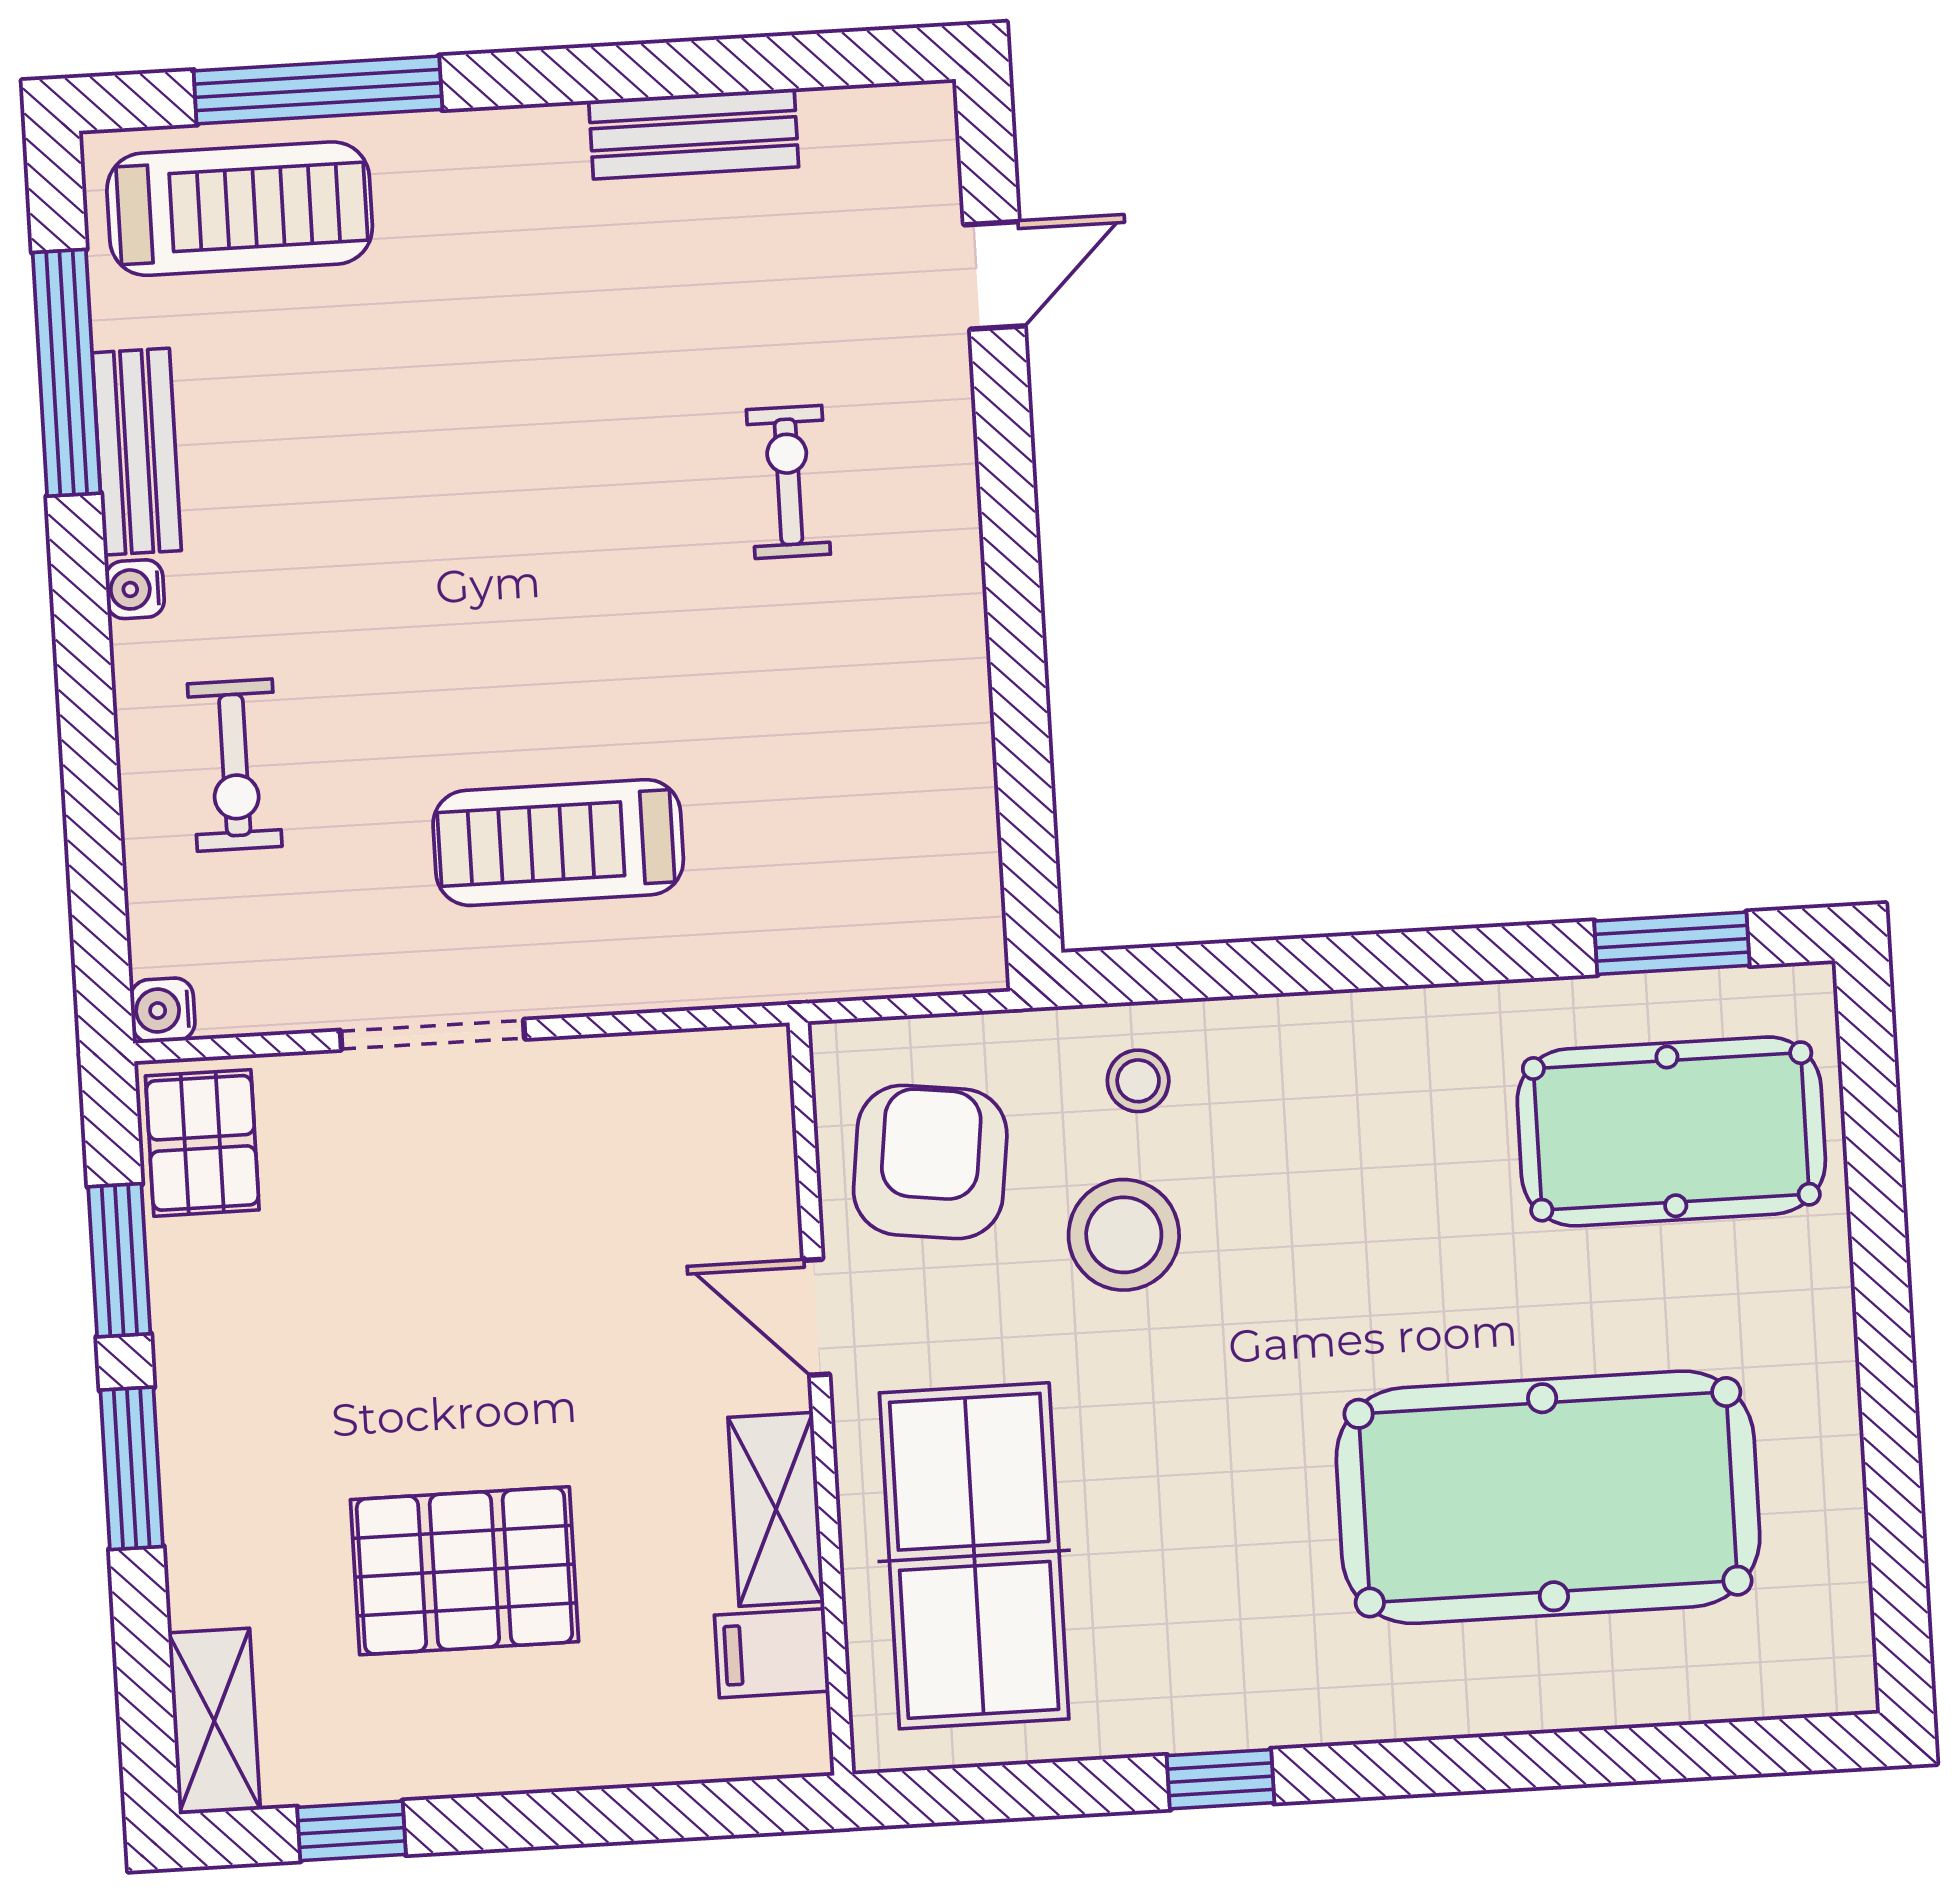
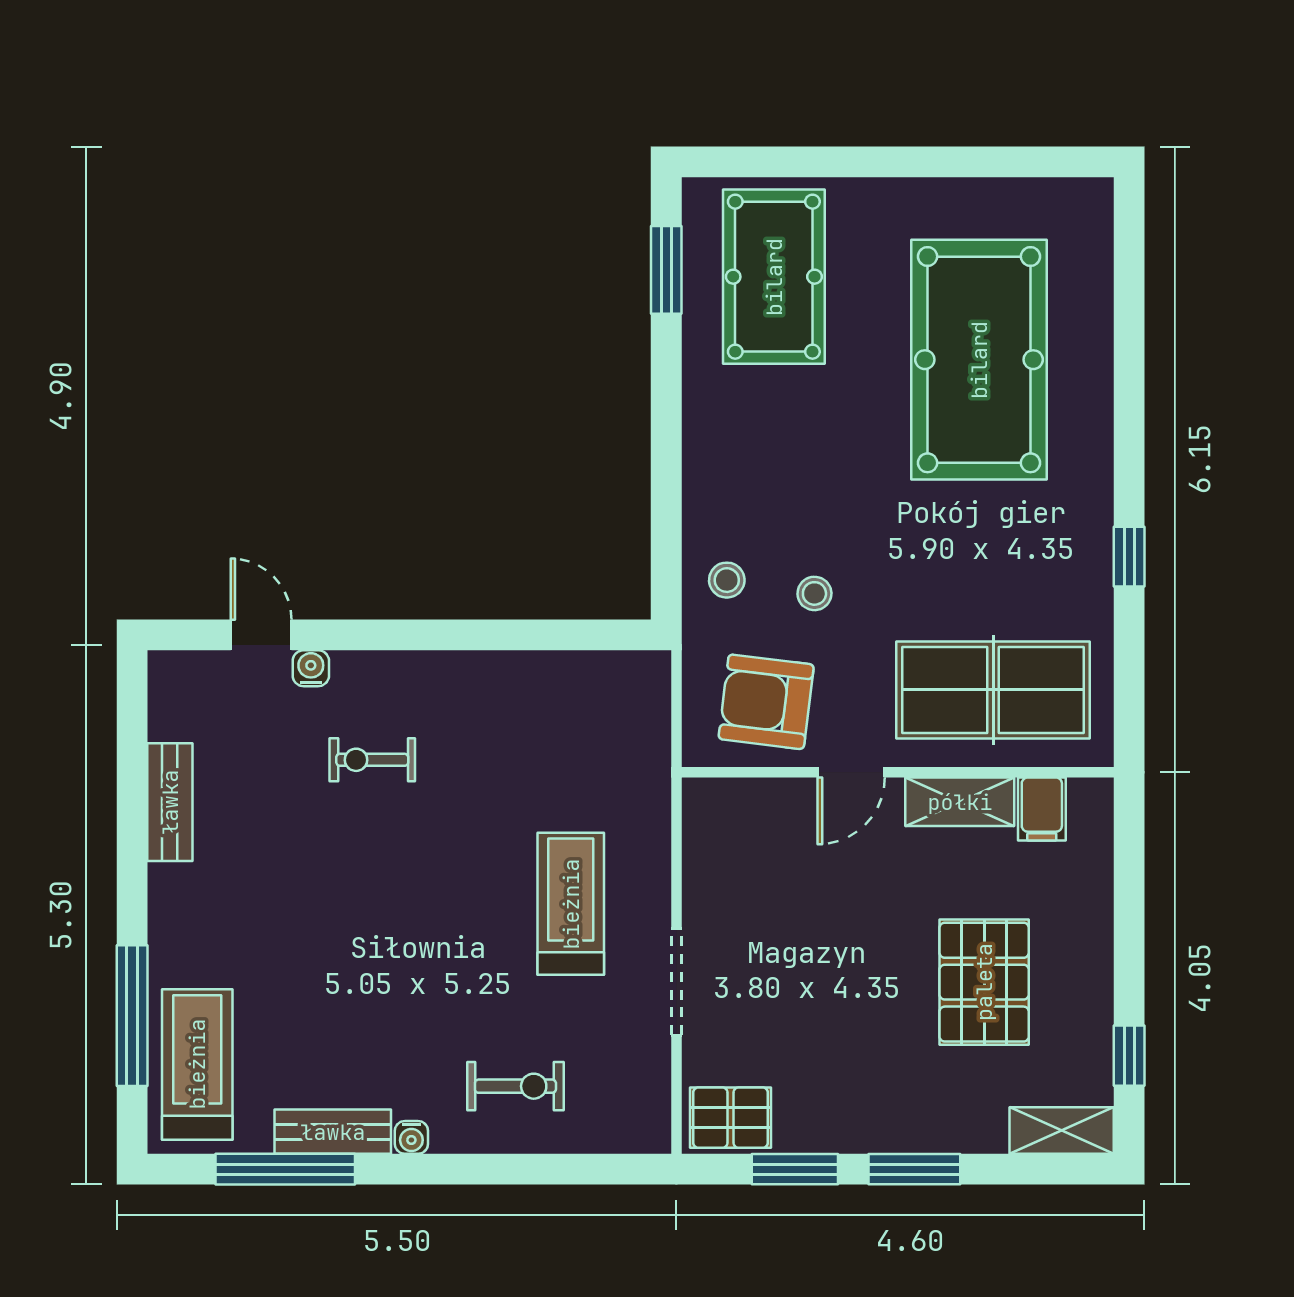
treadmill: (558, 843) -> (571, 904), turned 180
water cooler: (163, 1010) -> (311, 668), moved, turned 180
stool: (1124, 1235) -> (814, 593), width x0.53, depth x0.53

